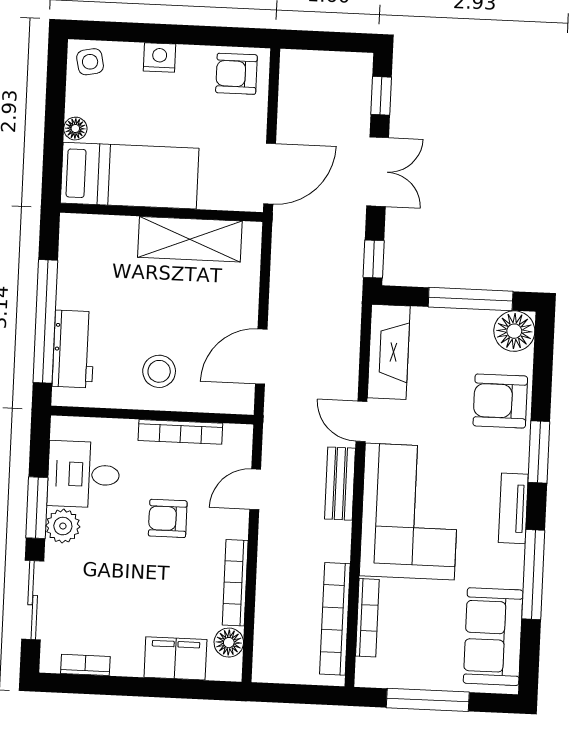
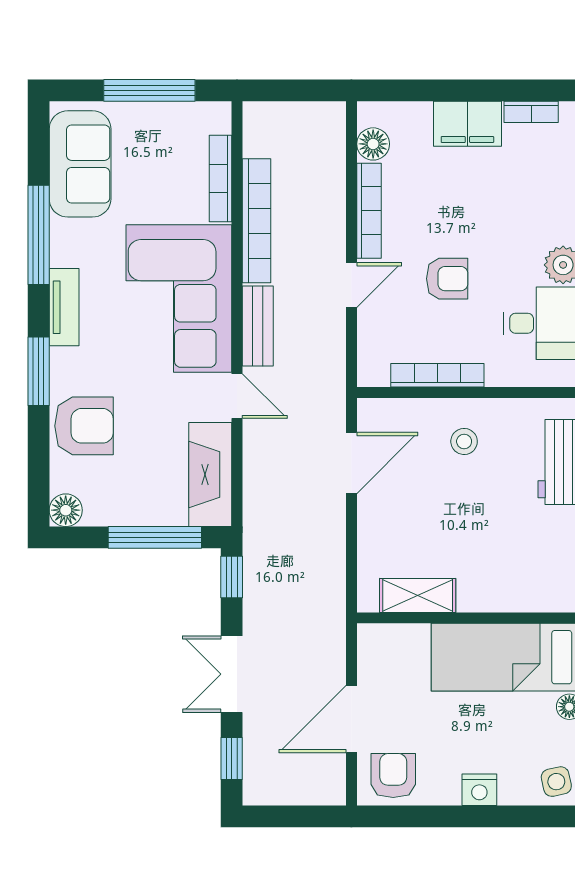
armchair: (236, 74) -> (393, 776), turned -90
door: (270, 174) -> (351, 719), moved
shelving: (190, 239) -> (418, 595), width x0.67, depth x0.75
window: (471, 299) -> (155, 537), moved
floor lamp: (514, 331) -> (66, 510), width x0.73, depth x0.73
stool: (159, 371) -> (464, 441), width x0.73, depth x0.73
door: (255, 489) -> (351, 285), moved
bookcase: (335, 619) -> (256, 221), moved
filing cabinet: (175, 658) -> (467, 124), moved

